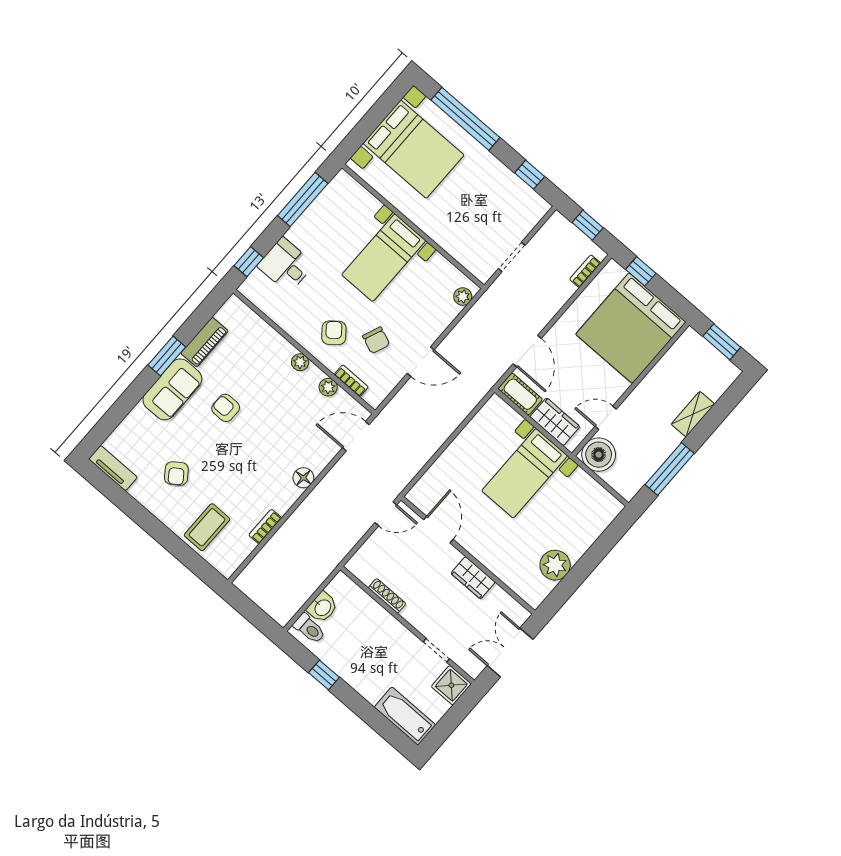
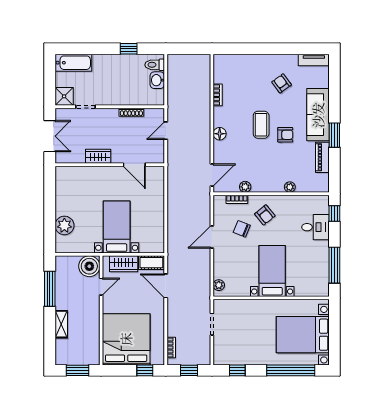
plant: (300, 362) -> (290, 187), moved
sofa: (172, 389) -> (318, 115), width x1.36
door: (386, 514) -> (166, 131), moved
coffee table: (207, 527) -> (261, 125), moved
plant: (555, 565) -> (64, 225), moved

